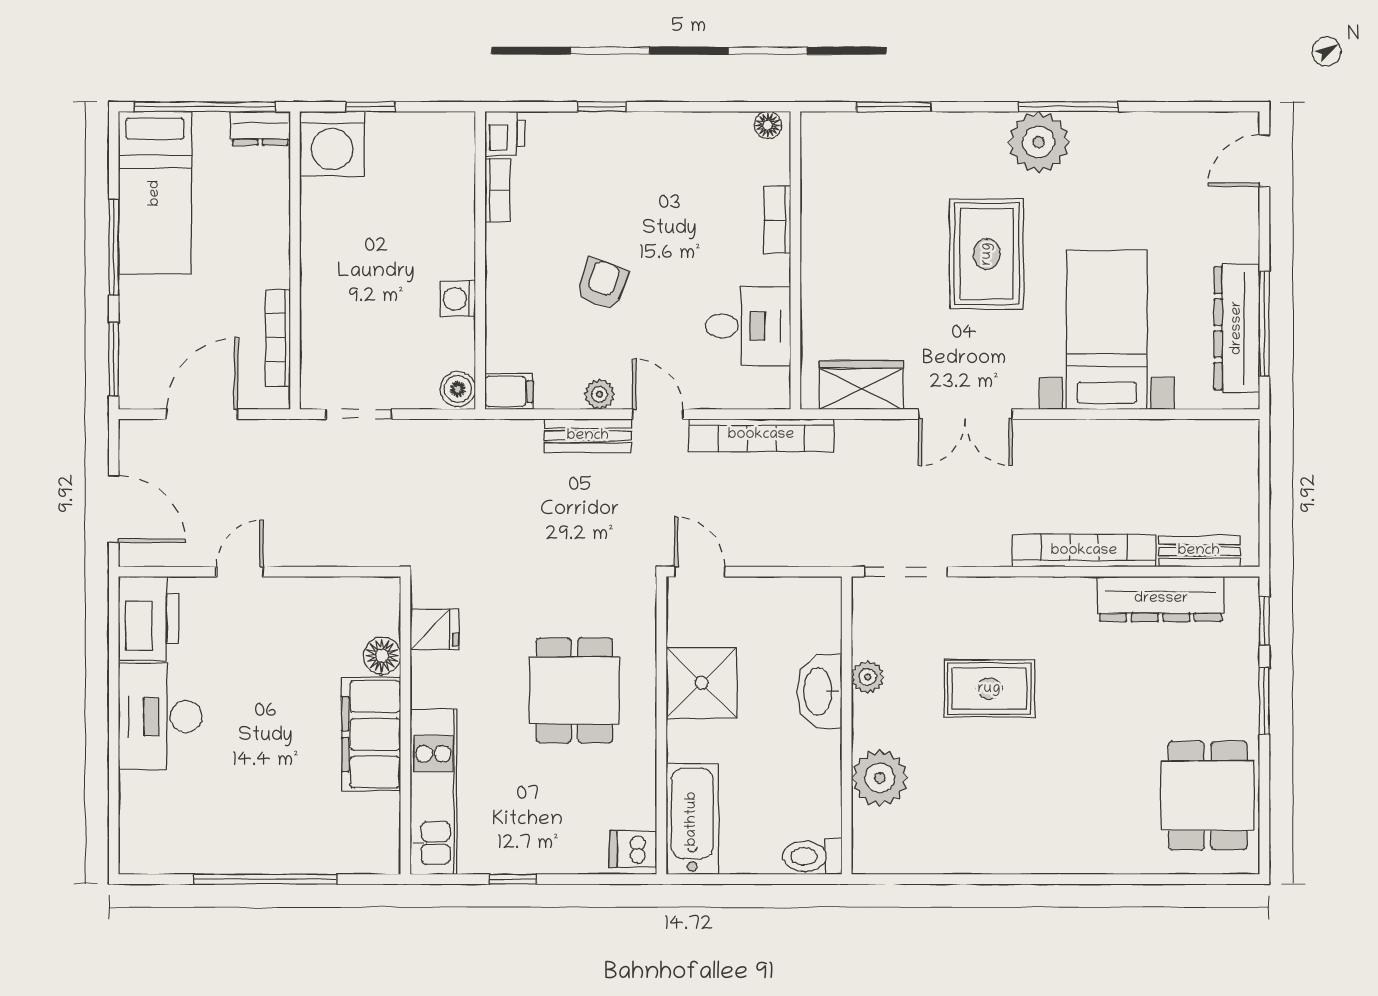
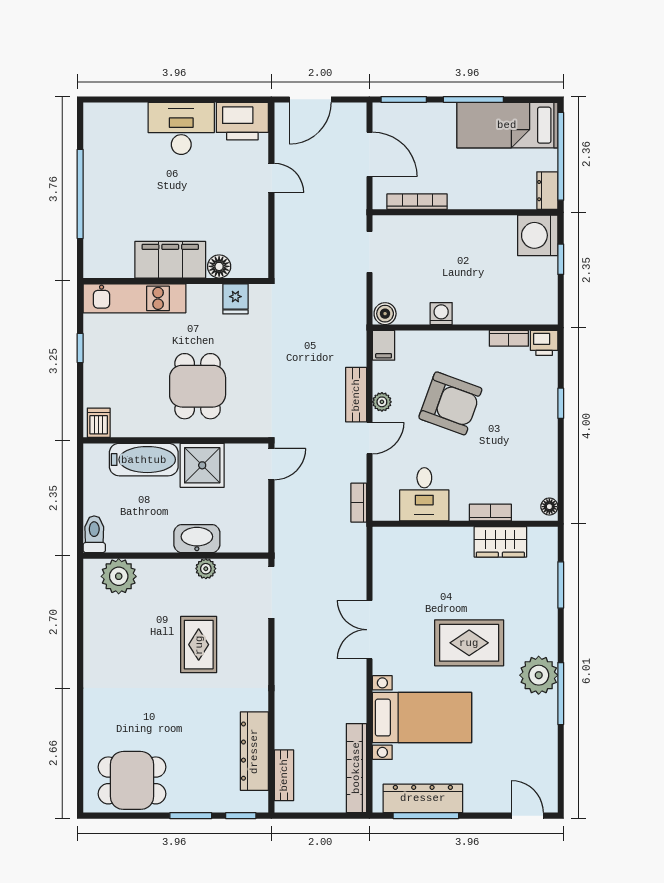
armchair: (602, 284) -> (450, 403), width x1.88, depth x1.88
wardrobe: (861, 385) -> (500, 542), moved, turned 90
bookcase: (761, 435) -> (359, 503), width x0.43, depth x0.76
bookcase: (1084, 551) -> (356, 768), moved, turned 180
dining table: (574, 690) -> (198, 386), turned 90
plant: (880, 778) -> (119, 576), moved
bathtub: (692, 819) -> (144, 460), moved

